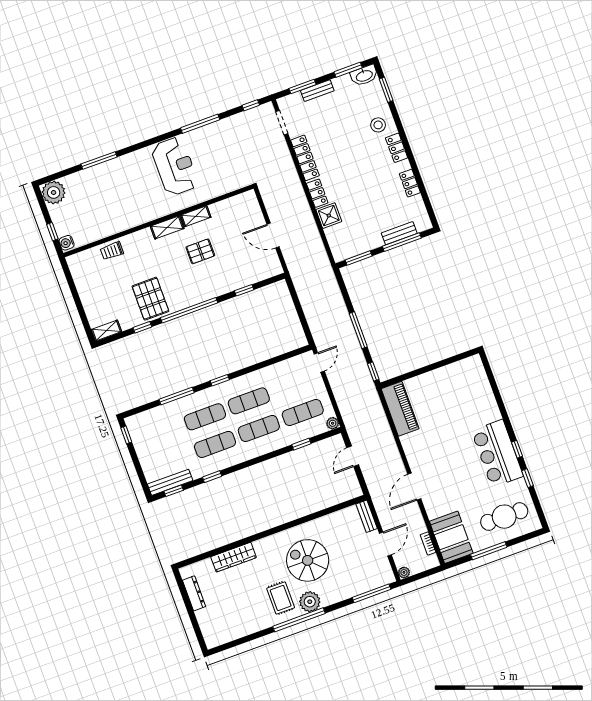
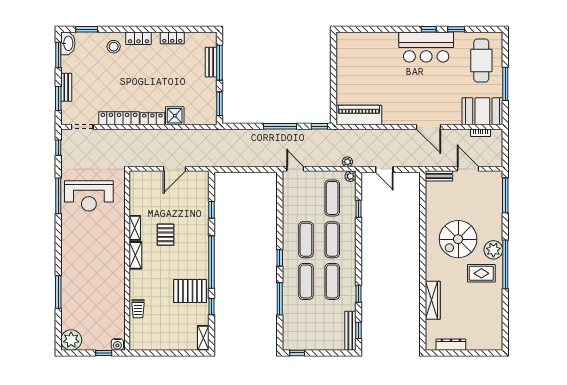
reception desk: (175, 166) -> (89, 196), moved, turned 180
plant: (404, 572) -> (347, 162), moved

